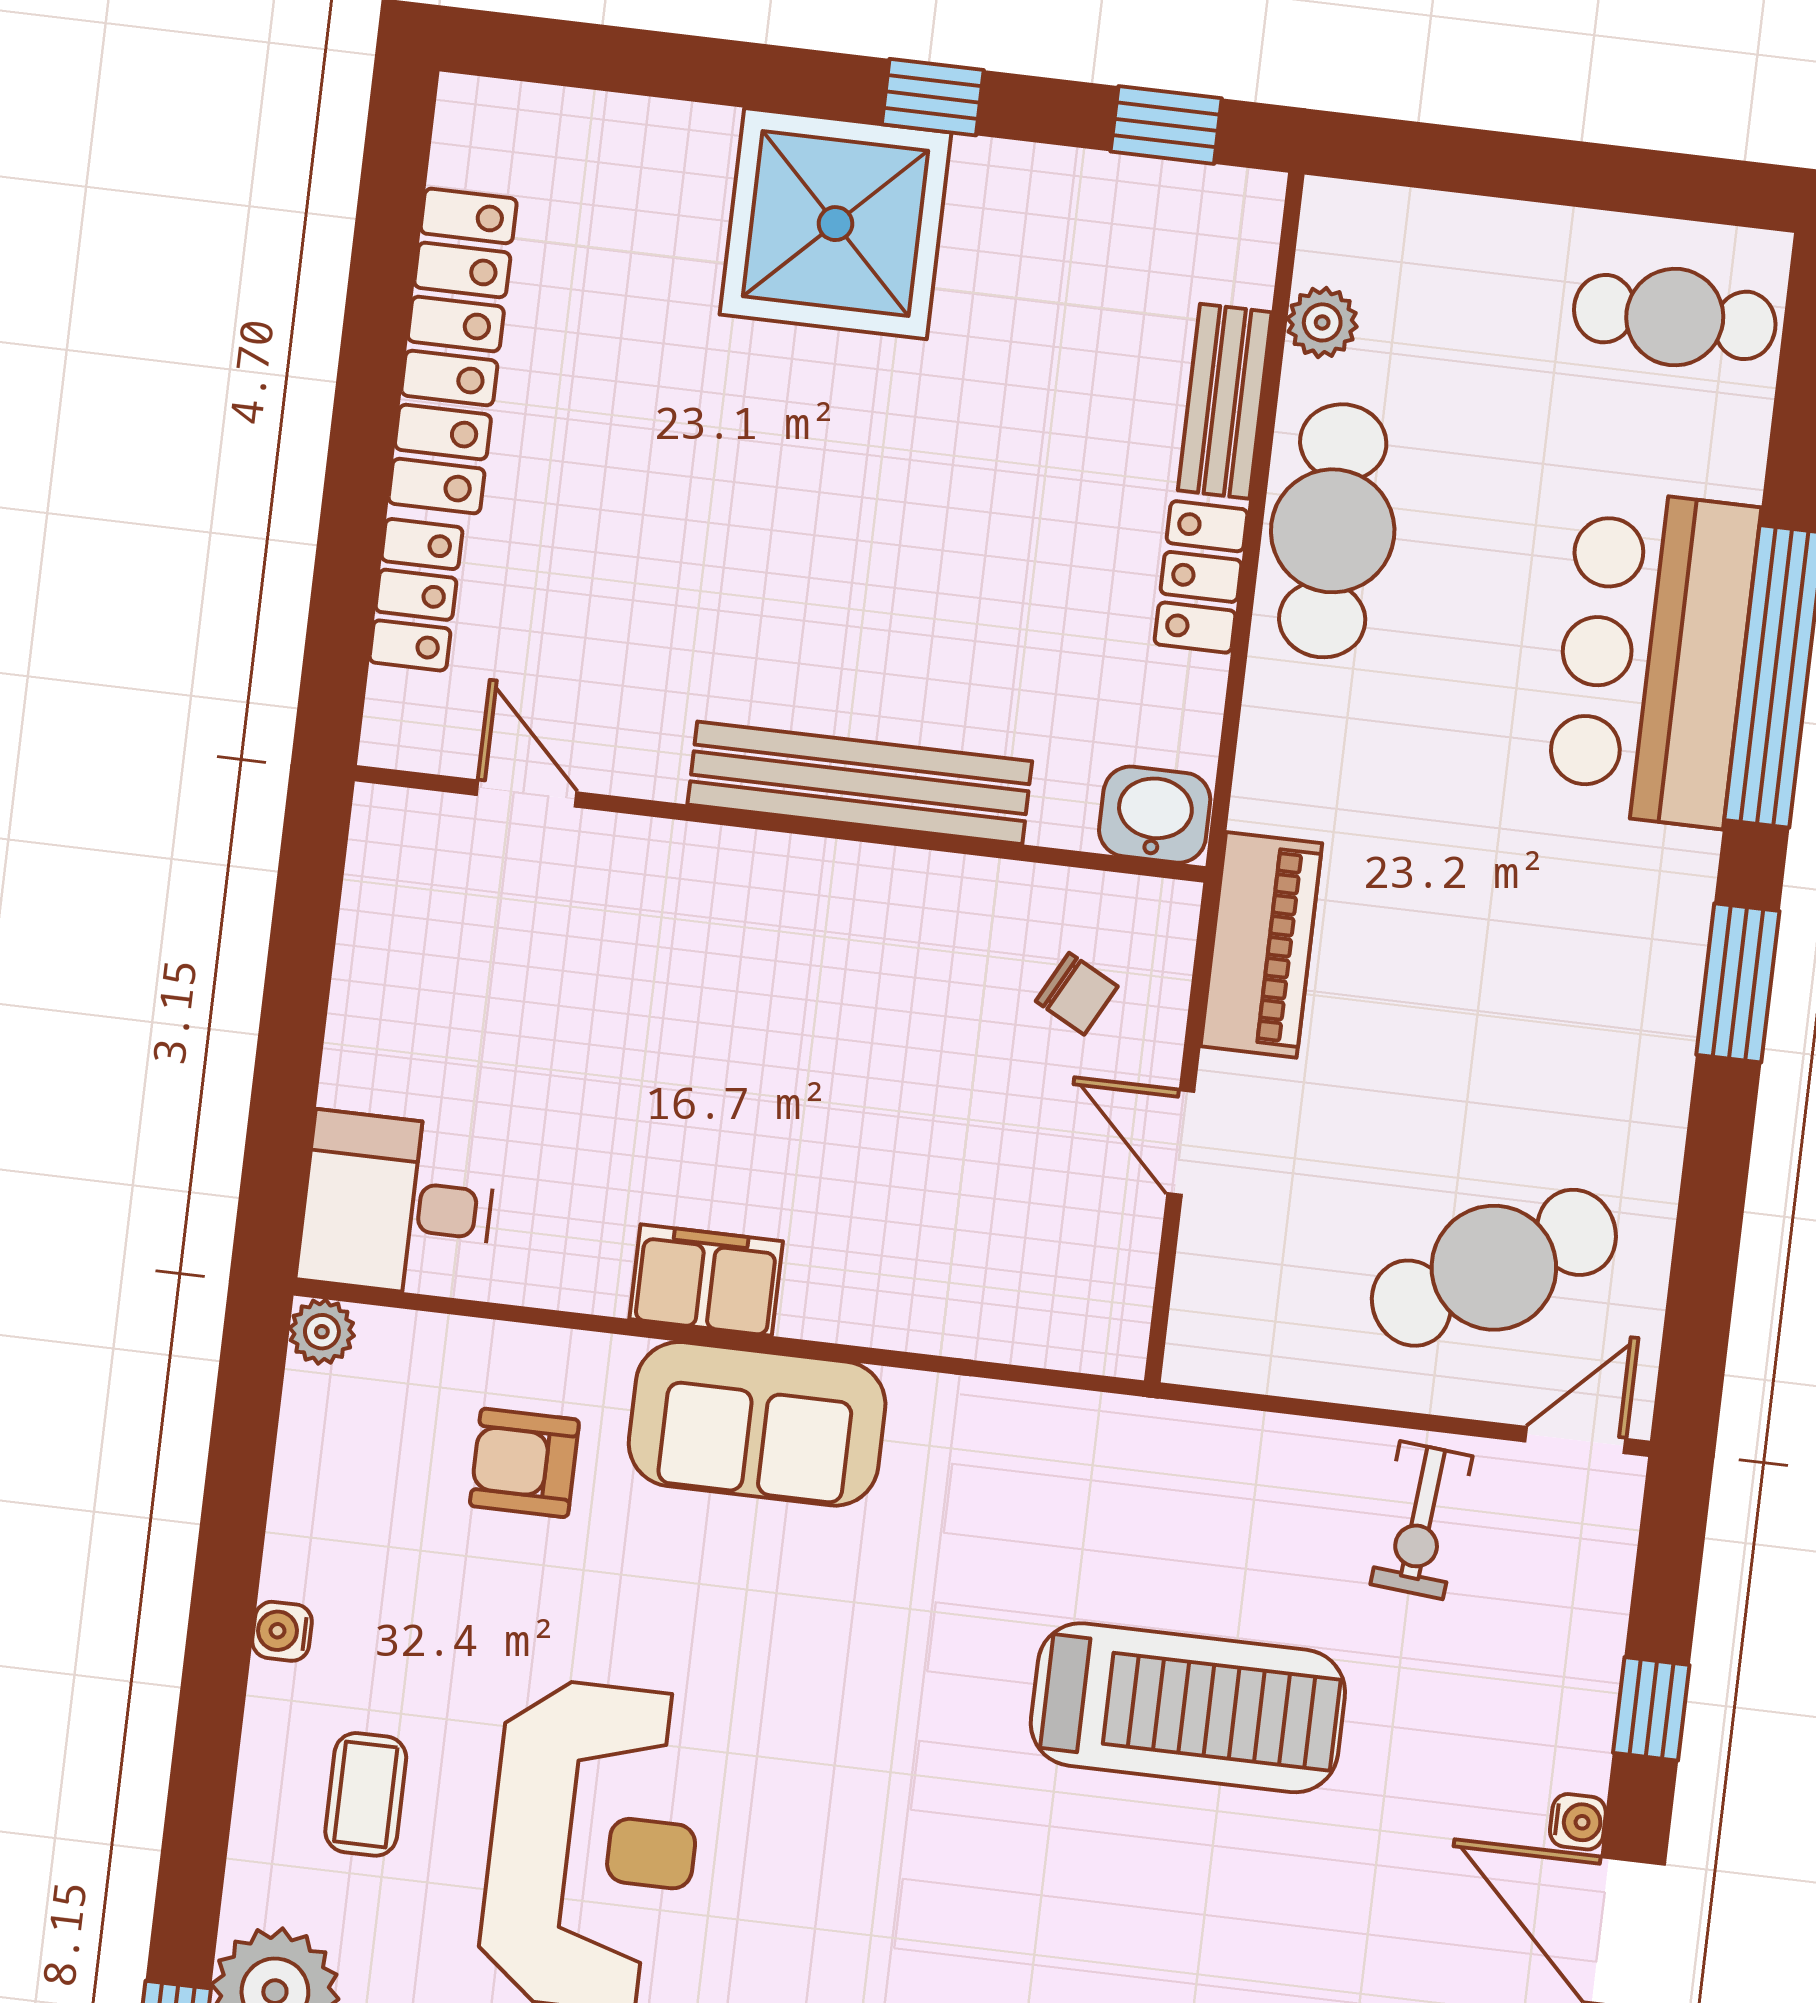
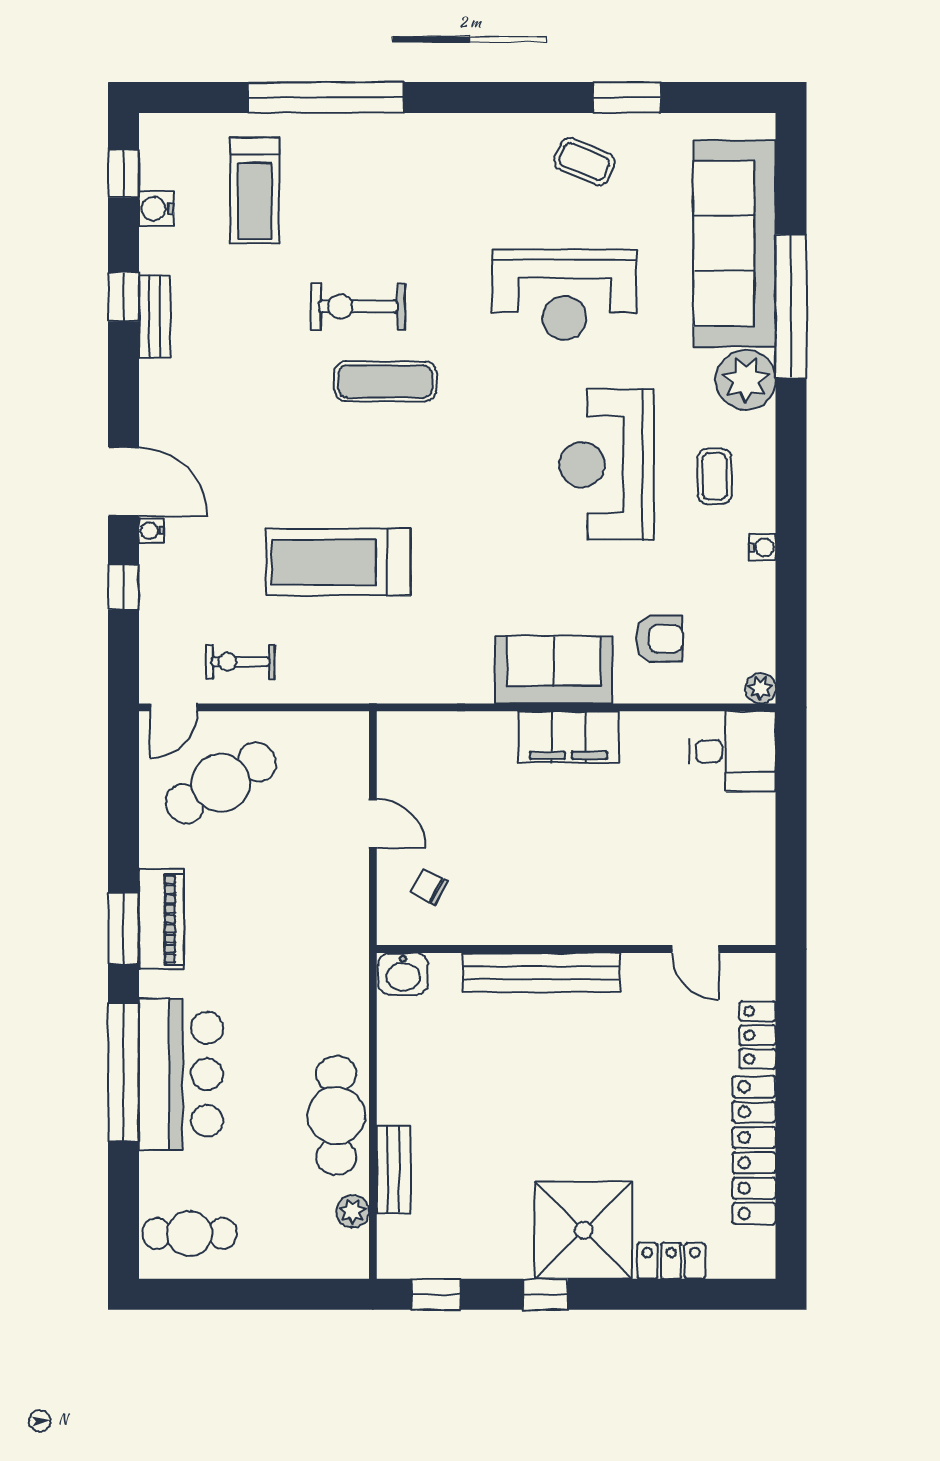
locker: (1201, 577) -> (671, 1261), moved, turned -90
piano: (1261, 945) -> (161, 919), moved, turned 180
filing cabinet: (706, 1280) -> (568, 737), width x1.50, depth x1.17
exercise bike: (1421, 1520) -> (240, 662), turned -95

